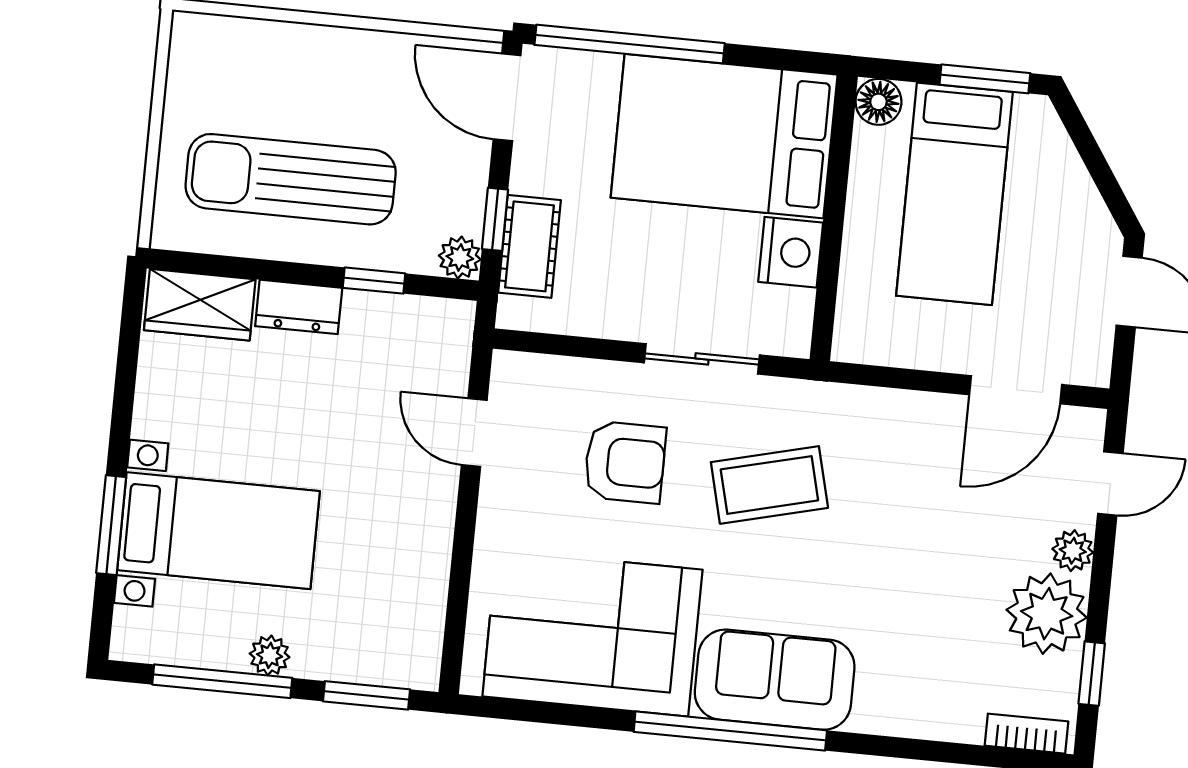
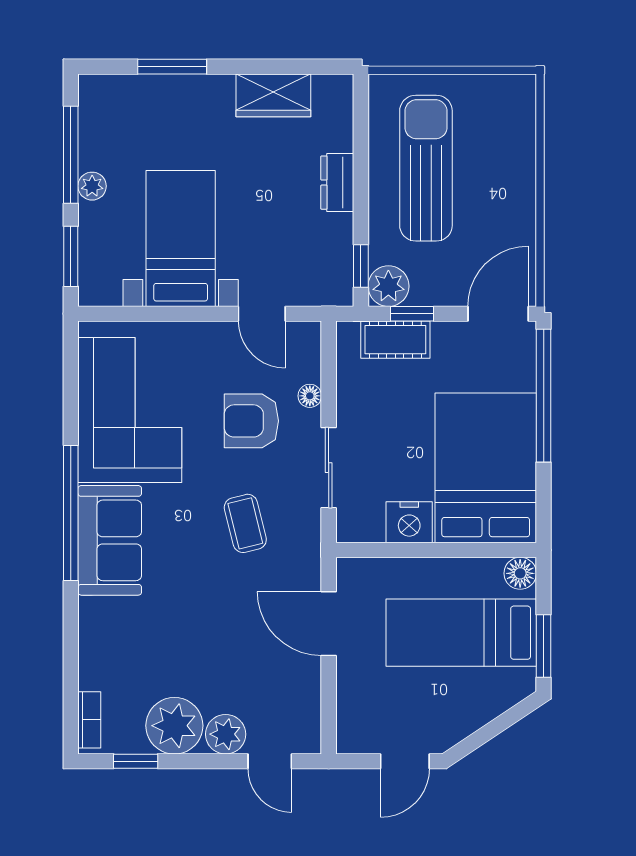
plant: (460, 257) -> (388, 286), width x1.38, depth x1.38
window: (374, 281) -> (361, 266), moved
wardrobe: (200, 305) -> (273, 95), moved, turned -90
floor lamp: (597, 376) -> (310, 396), added
door: (1016, 390) -> (329, 624), moved
door: (474, 432) -> (262, 314), swing flipped
armchair: (625, 462) -> (251, 421), turned 90
coffee table: (769, 485) -> (245, 523), width x0.73, depth x0.77
bed with nightstands: (218, 531) -> (181, 238), moved, turned 180
plant: (1073, 551) -> (226, 734), width x1.38, depth x1.38

